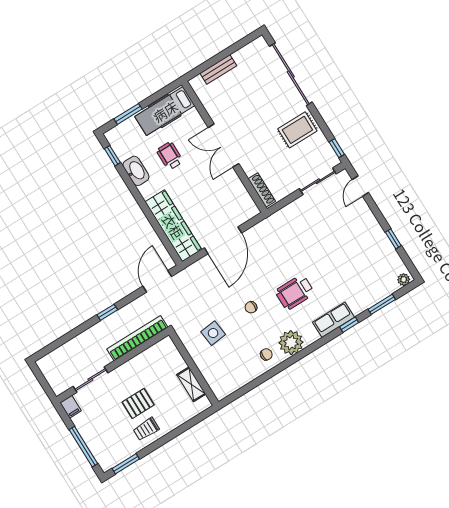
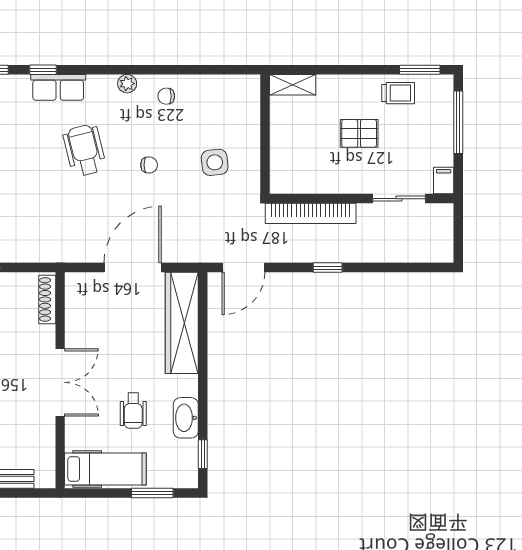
wheelchair: (295, 292) -> (85, 150), turned -104
plant: (291, 343) -> (127, 84), width x0.53, depth x0.53
shelving: (191, 384) -> (293, 85), moved, turned 90
trolley: (146, 429) -> (398, 93), moved

